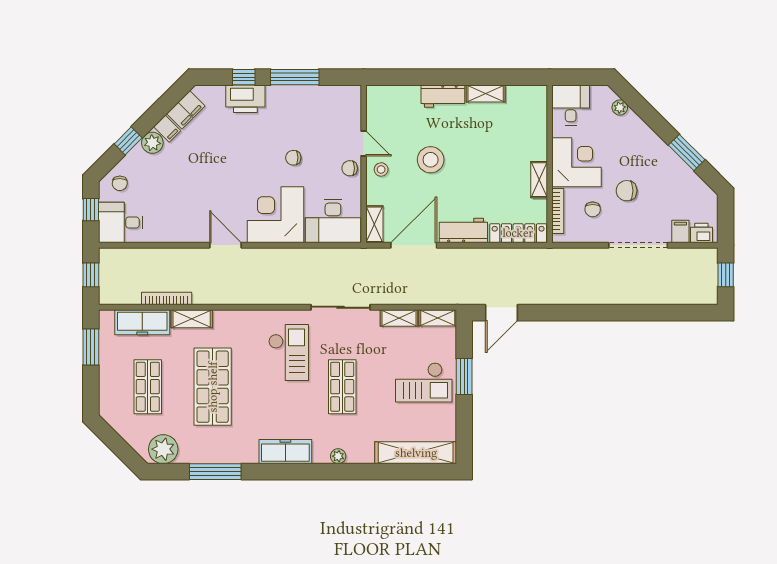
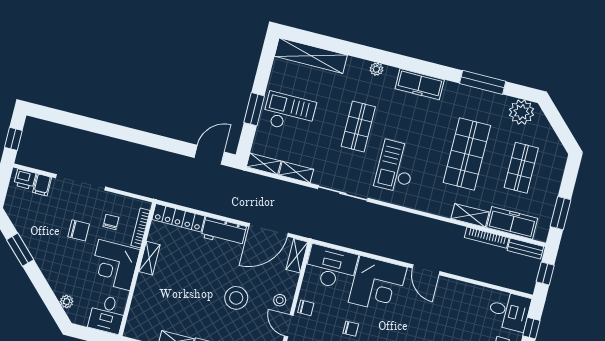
bench: (120, 297) -> (525, 248), added

